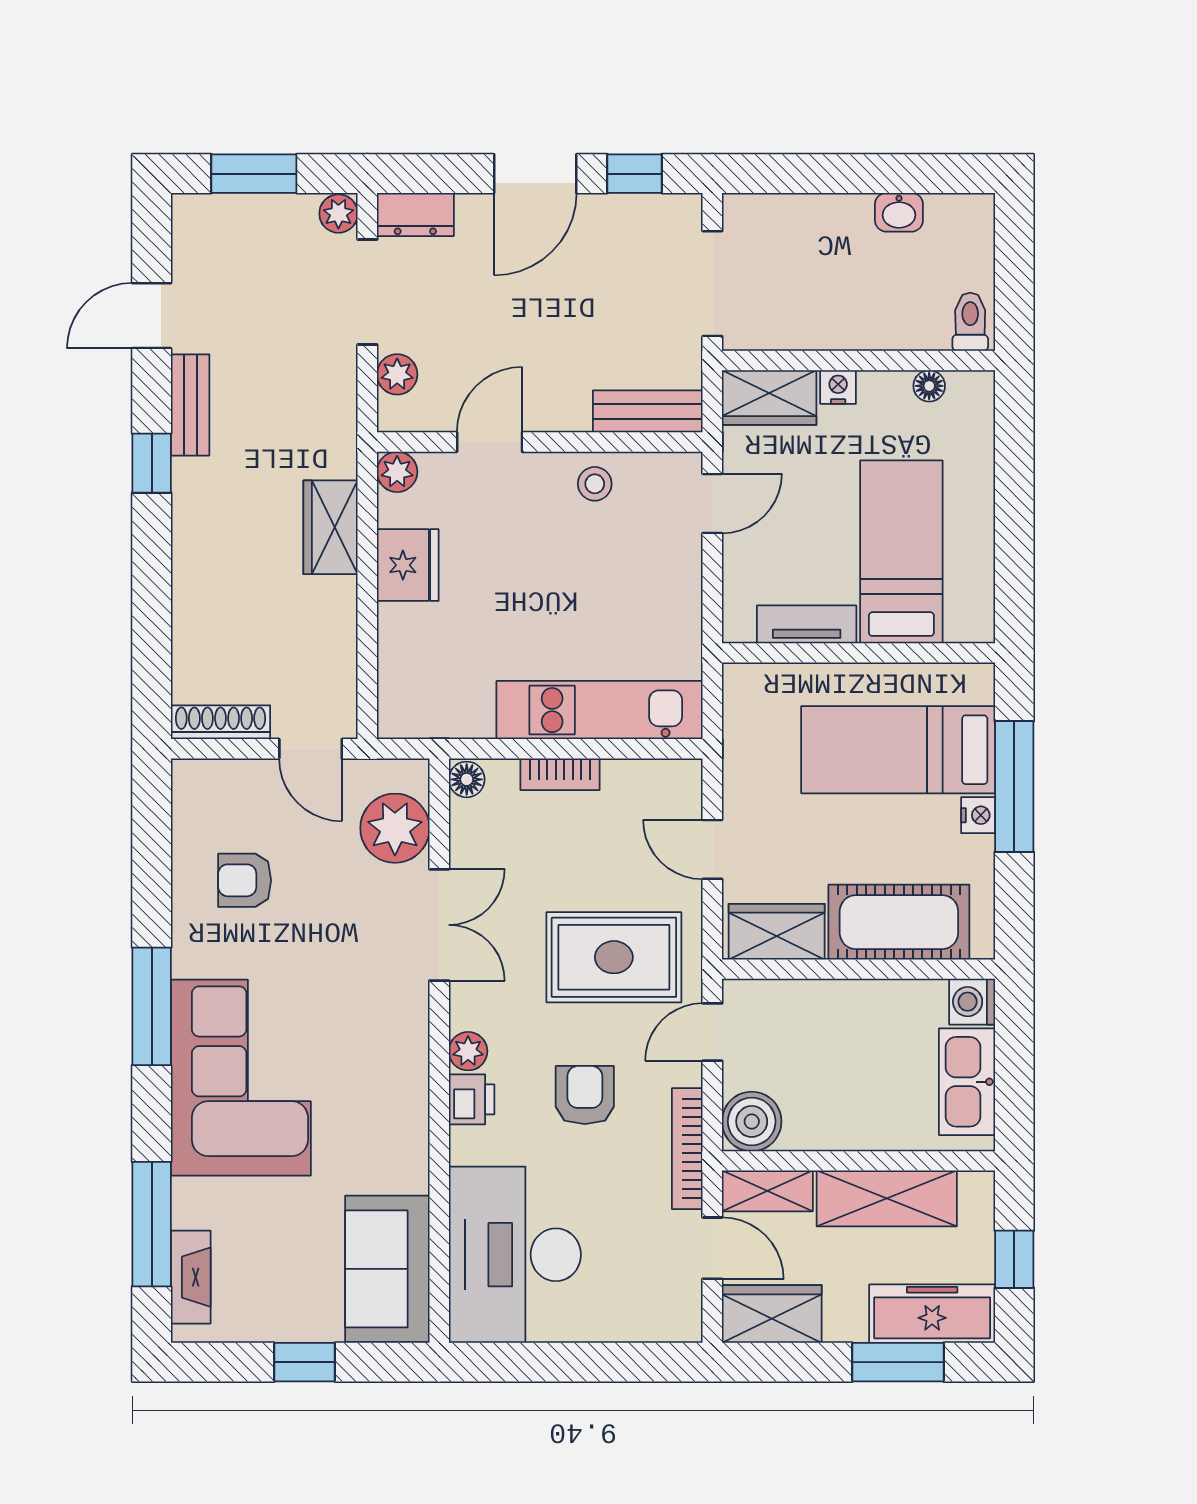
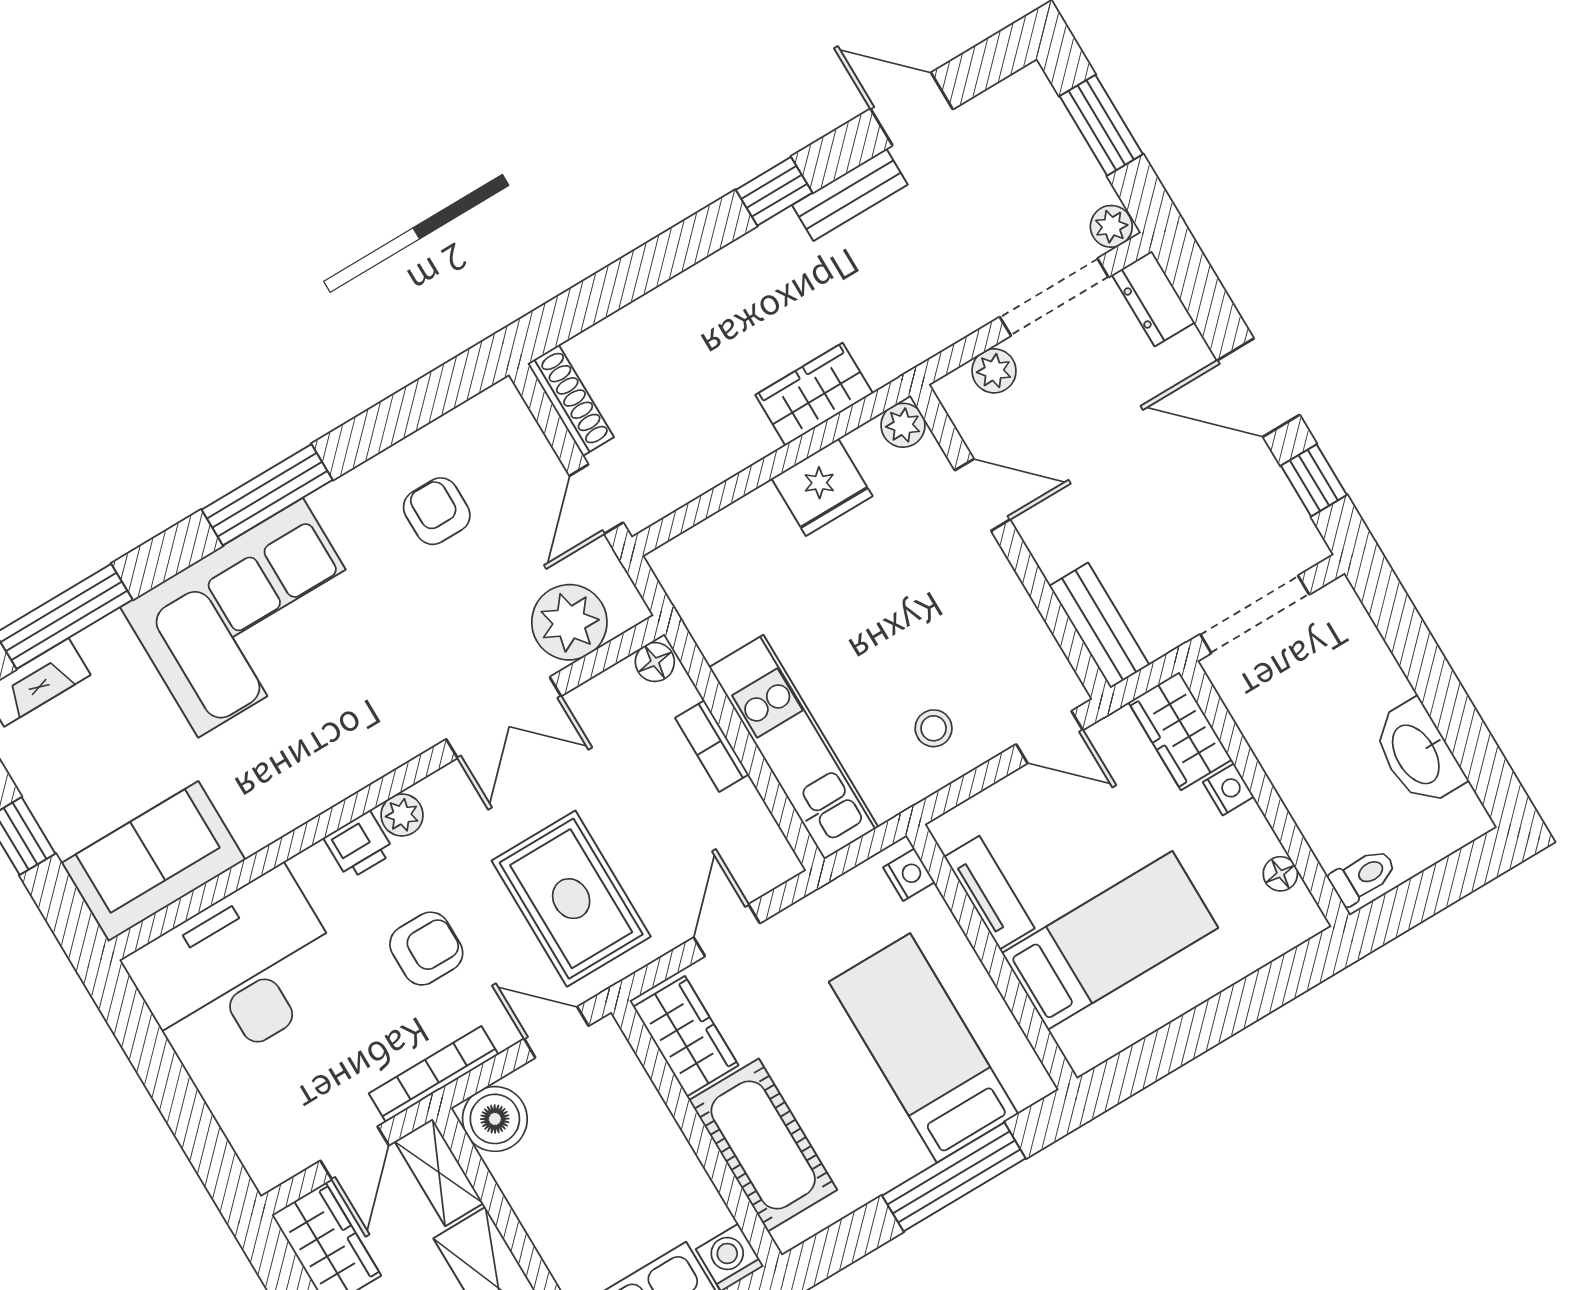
washbasin: (899, 212) -> (1417, 753), width x1.91, depth x1.45
stool: (595, 484) -> (934, 728), moved
nightstand: (978, 815) -> (909, 875), moved, turned -90

